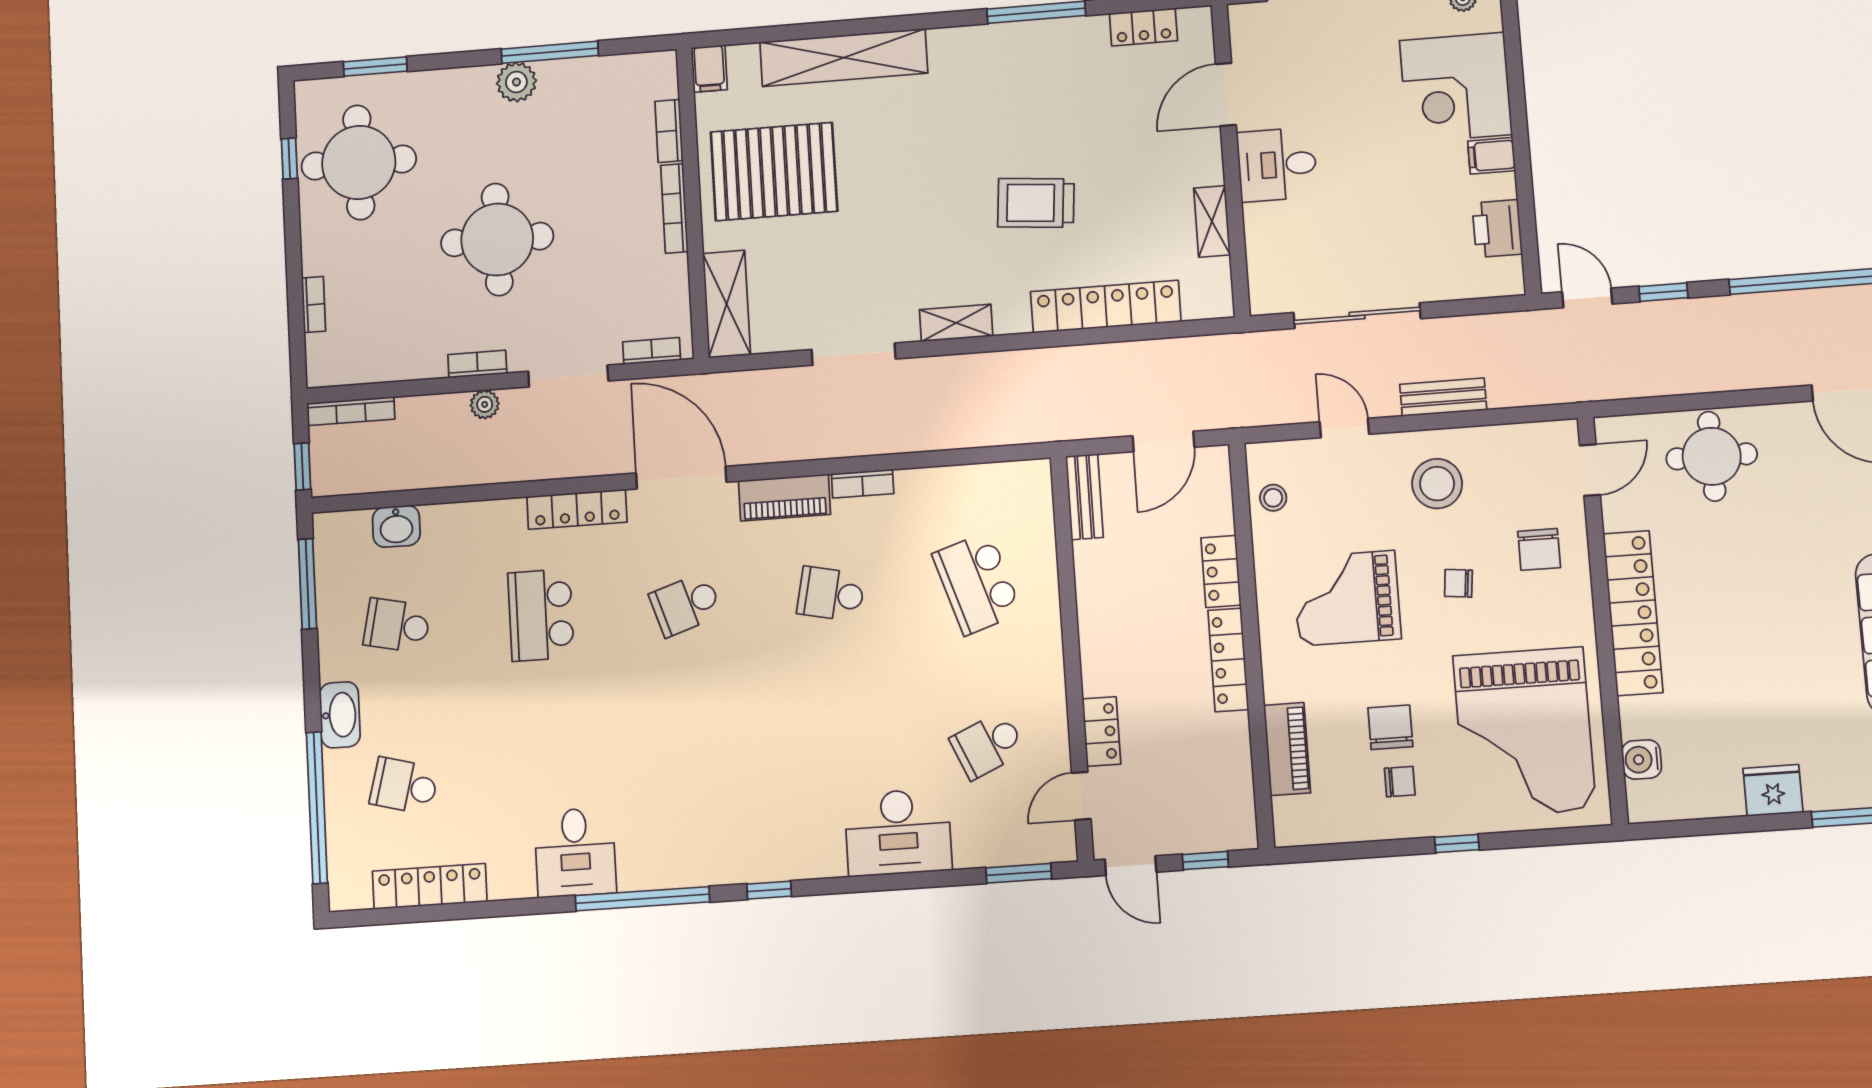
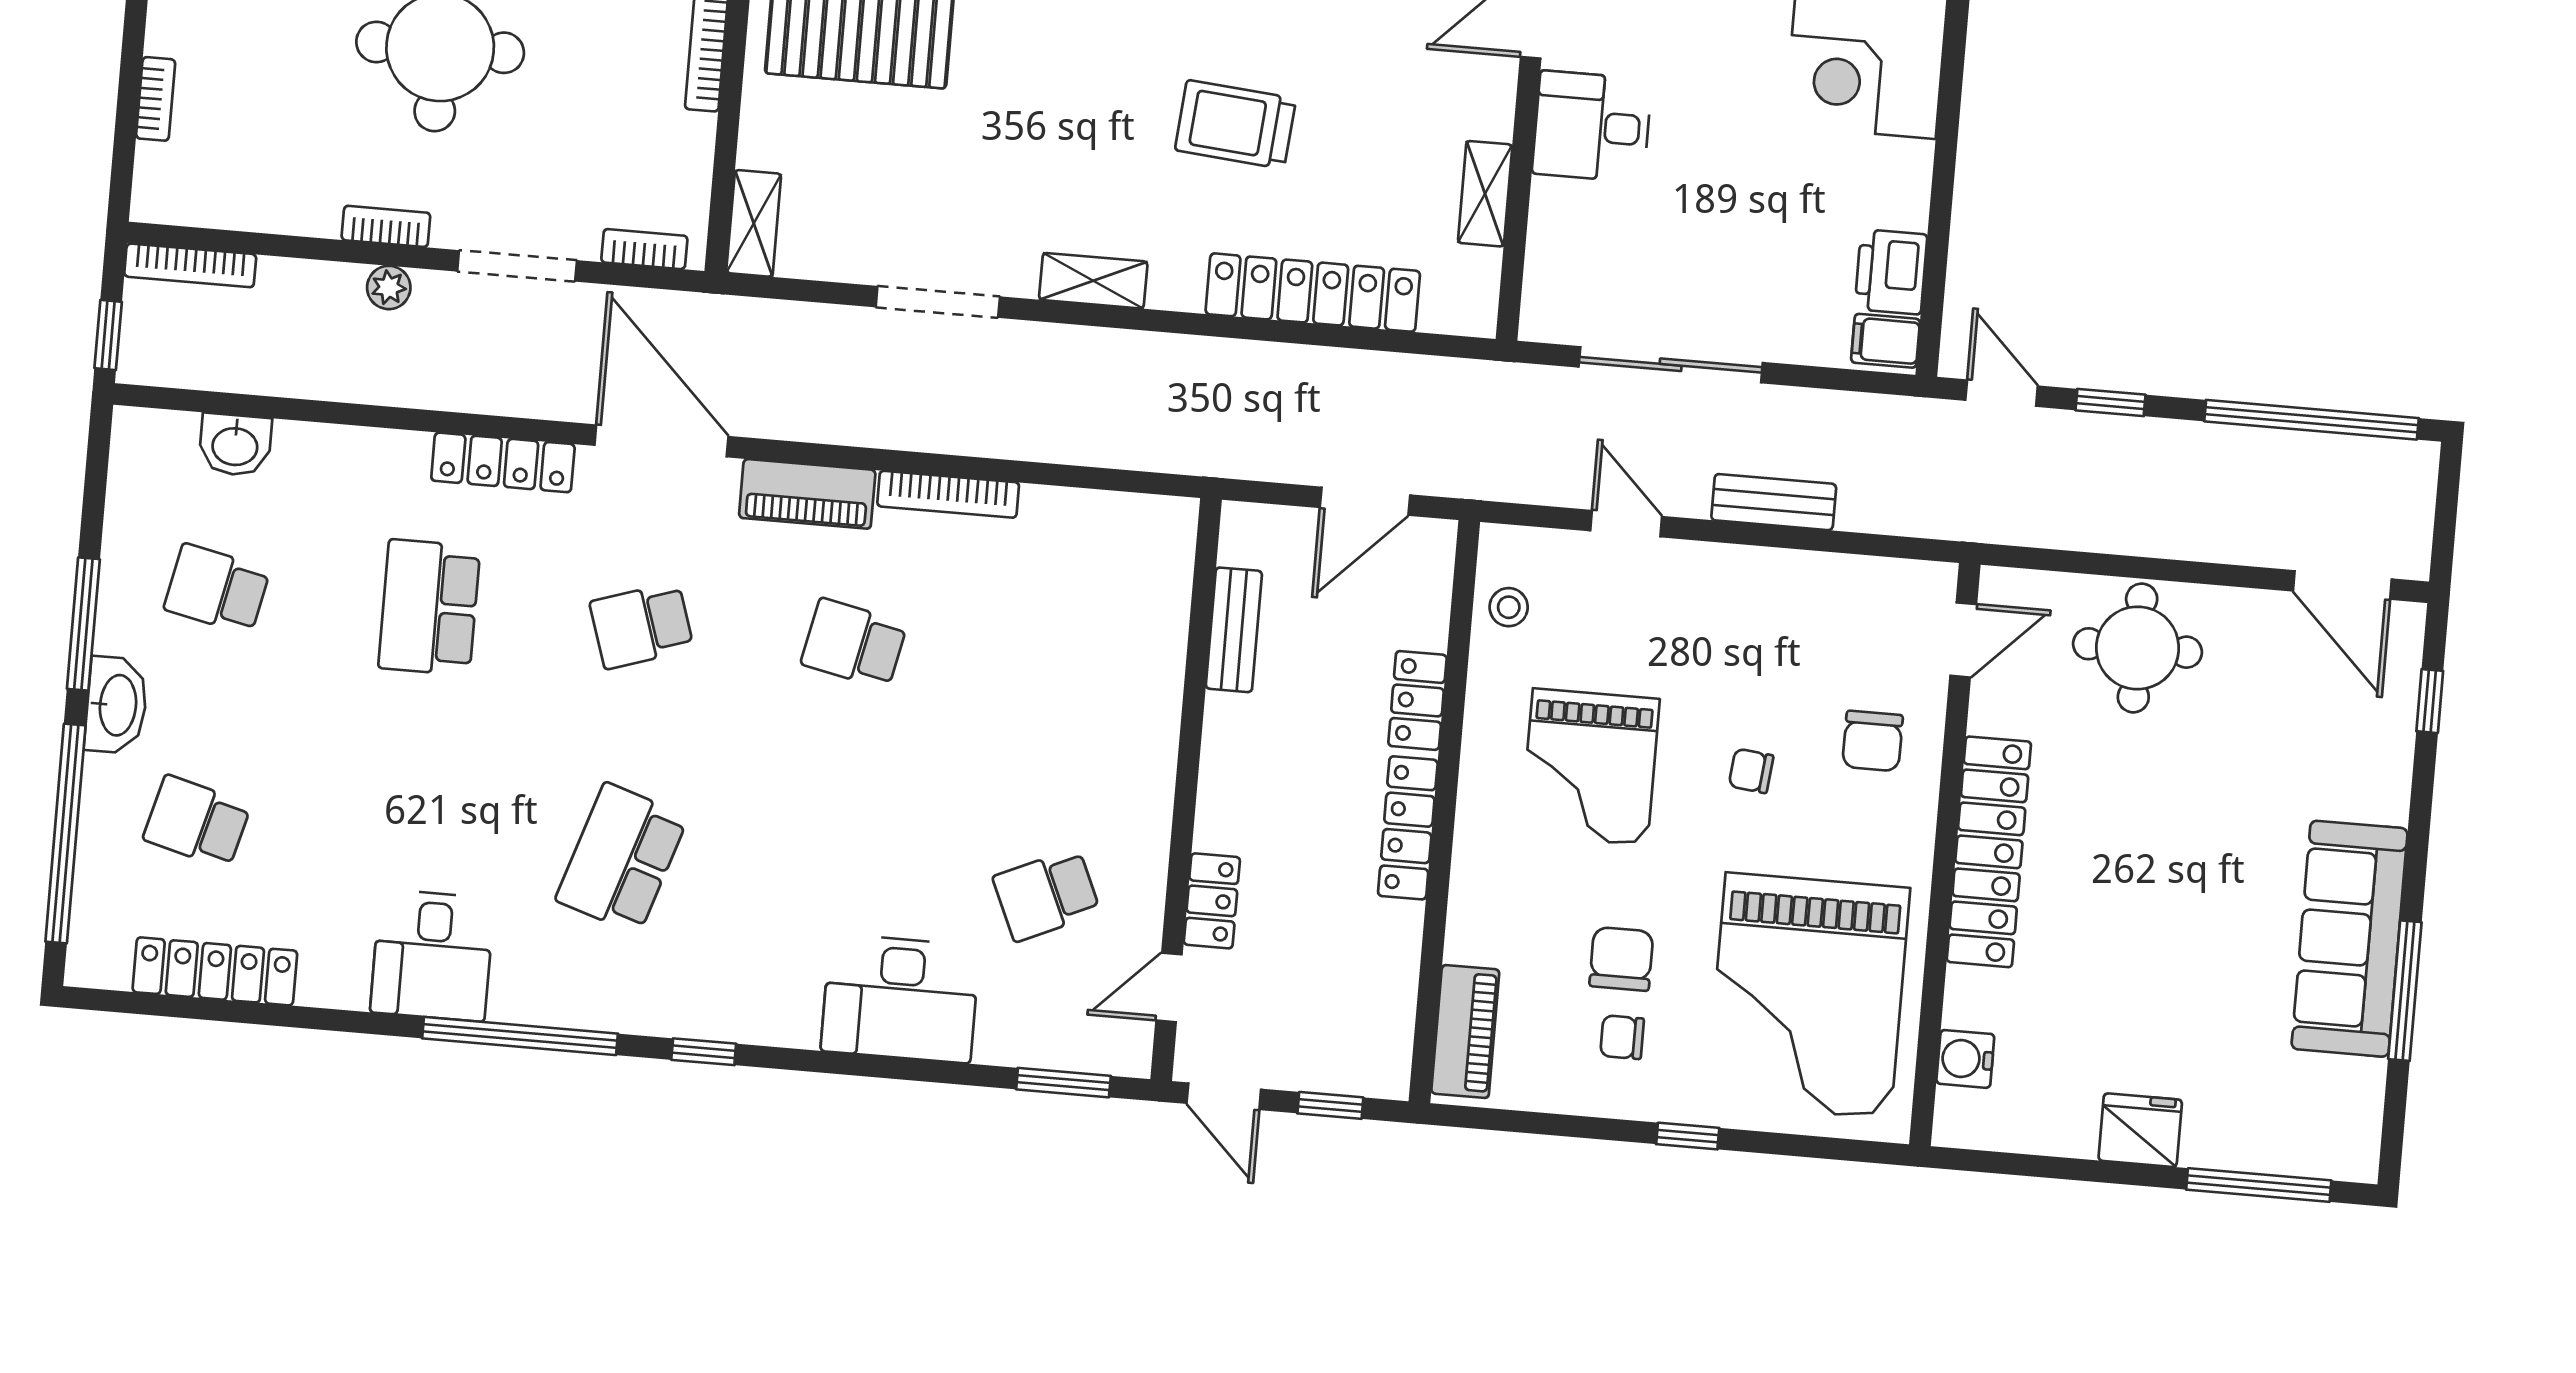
filing cabinet: (1491, 156) -> (1886, 341), moved
shelving: (727, 304) -> (754, 223), width x0.67, depth x0.75
bookcase: (863, 484) -> (948, 494), width x1.56
stool: (1437, 484) -> (1744, 624), removed
bench: (1085, 497) -> (1234, 630), moved
school desk: (977, 583) -> (622, 858), moved, turned 36
window: (307, 584) -> (83, 624), moved
grand piano: (1347, 598) -> (1590, 767), turned -90
piano: (1287, 749) -> (1465, 1031), moved
chair: (1400, 782) -> (1622, 1037), turned 180

